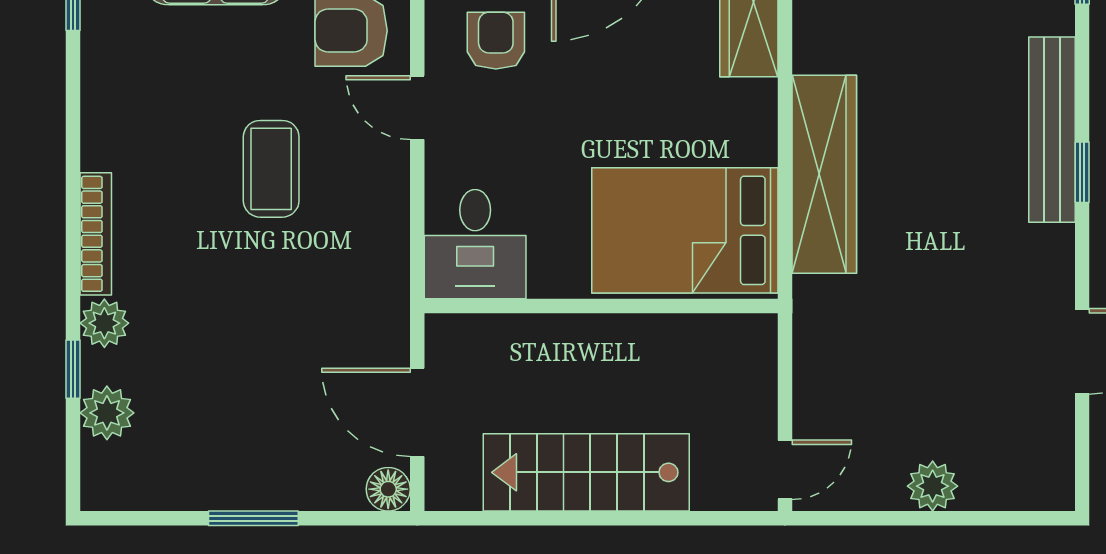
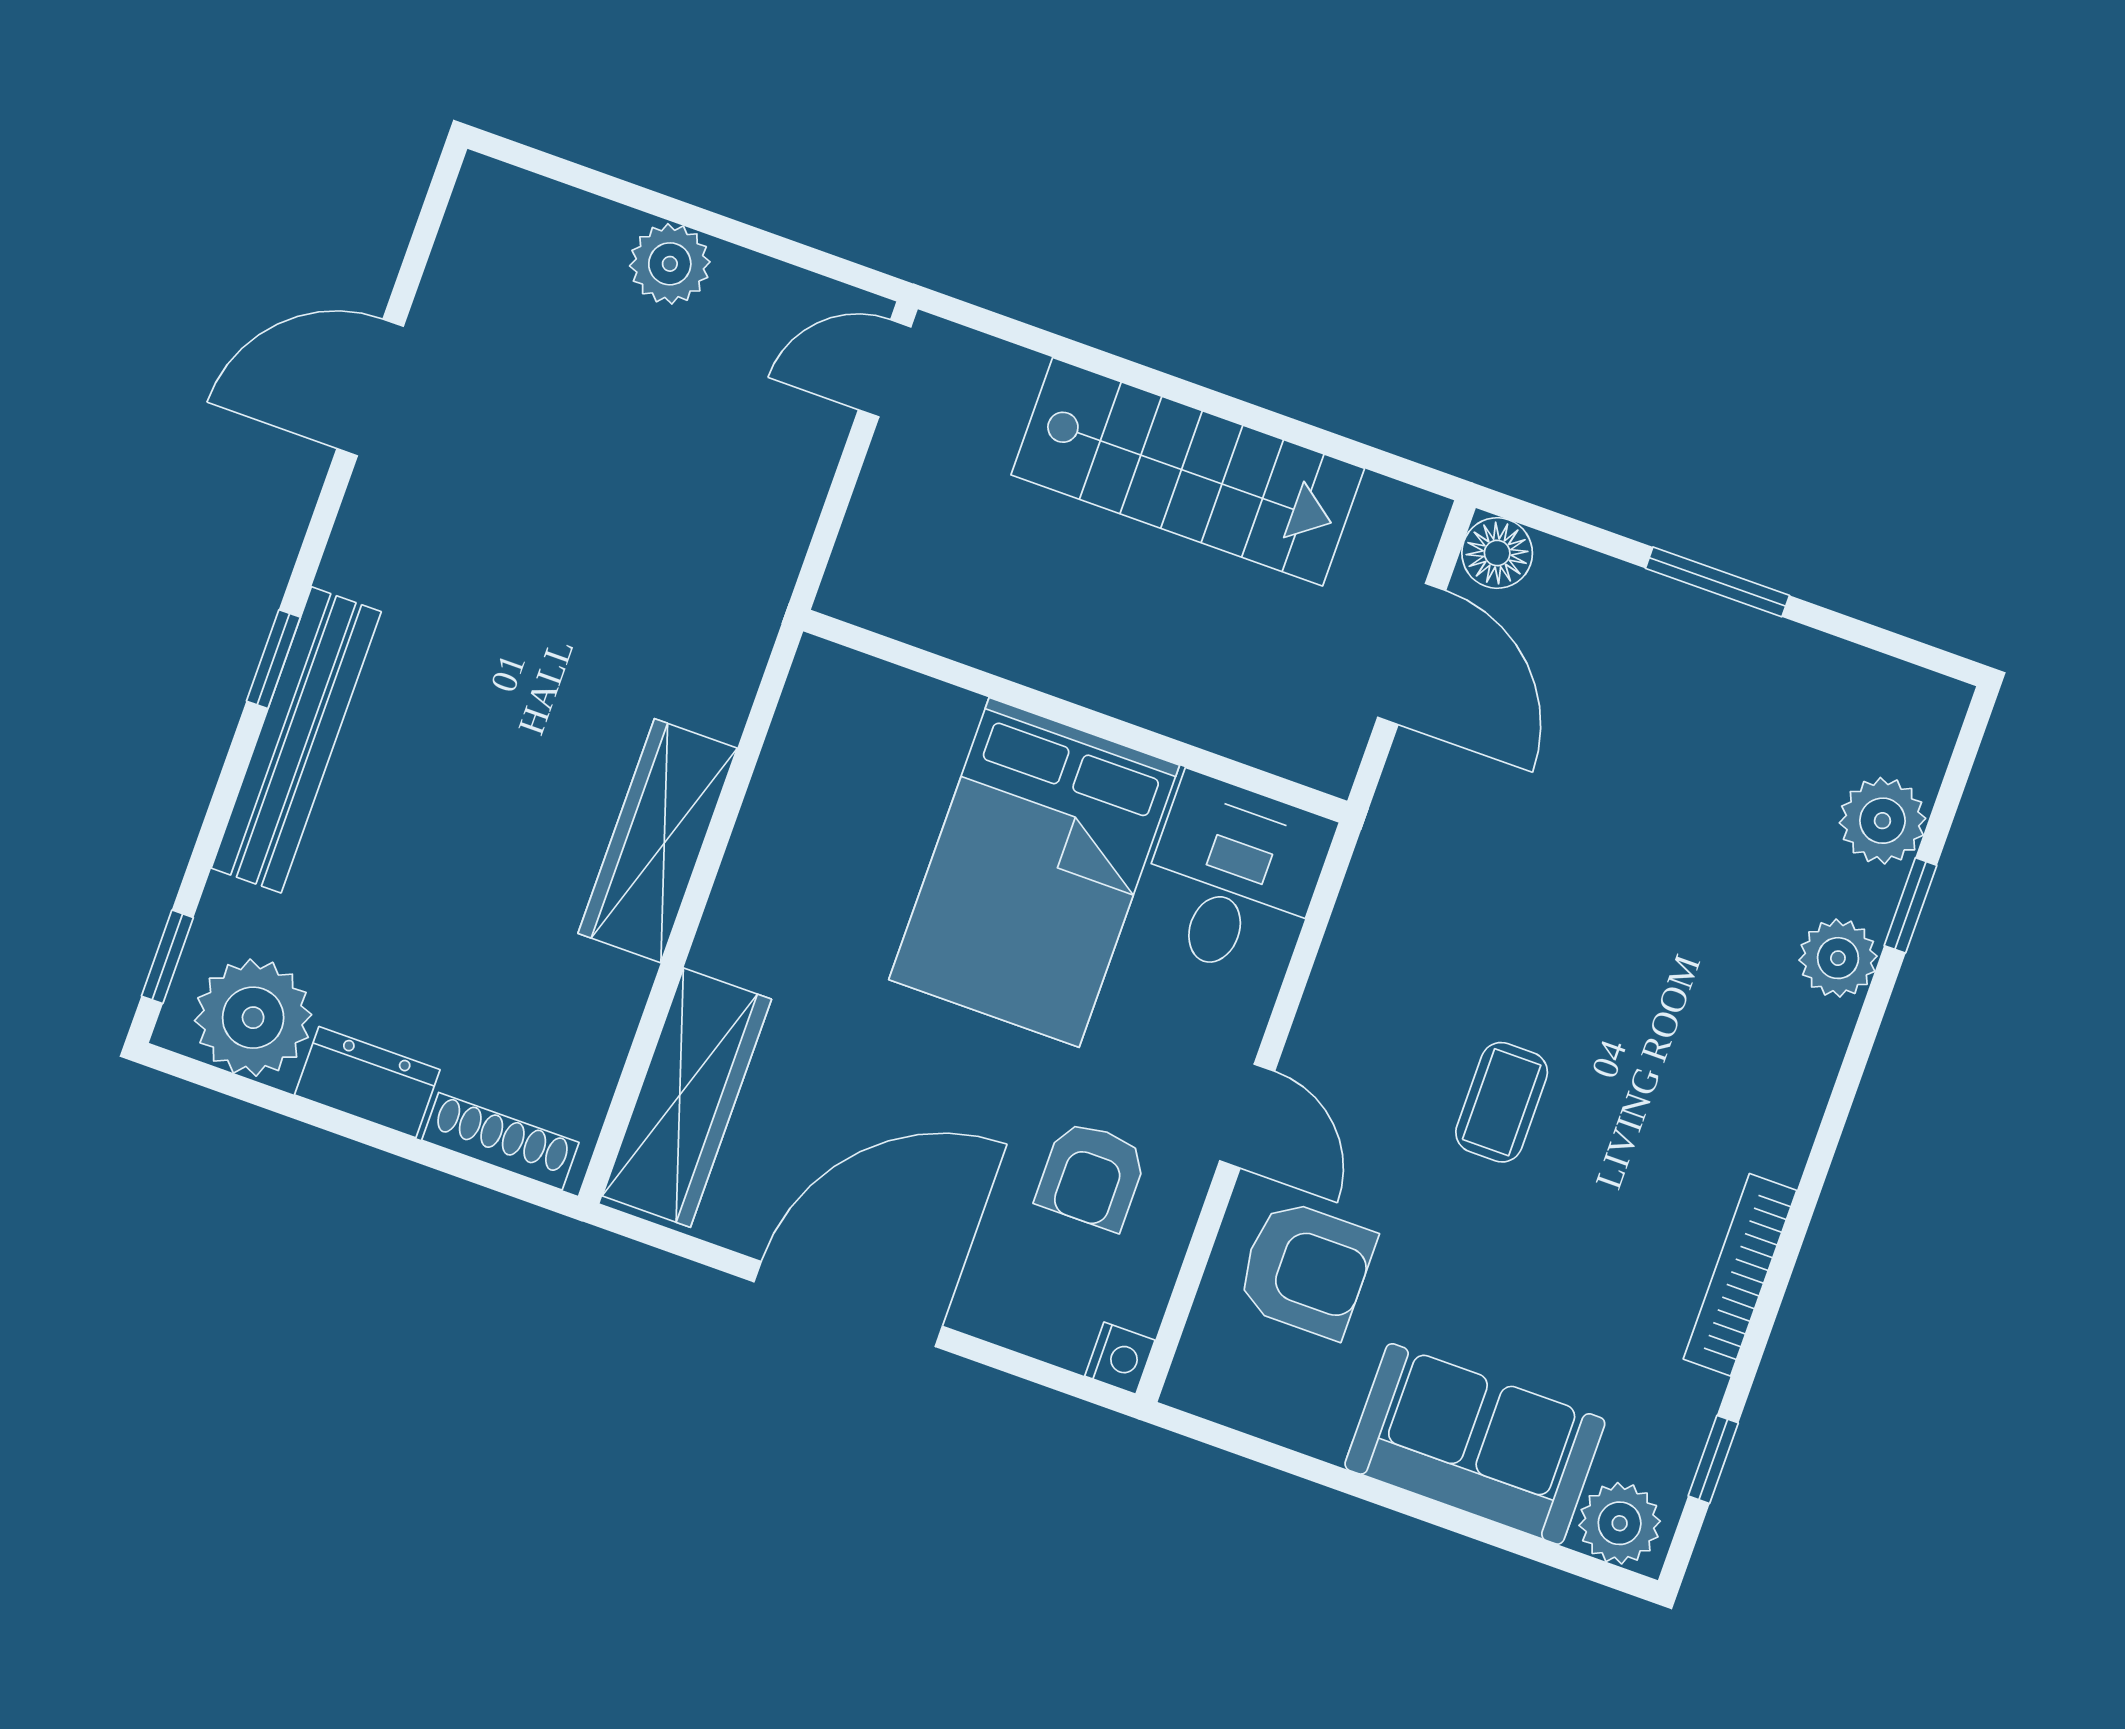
coffee table: (271, 169) -> (1502, 1102), width x0.73, depth x0.77
wardrobe: (824, 174) -> (658, 841), width x0.71, depth x0.85
bed: (685, 230) -> (1034, 872), moved, turned 90
bookcase: (96, 234) -> (1740, 1275), moved

